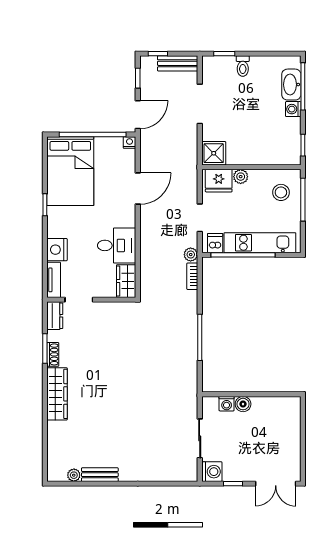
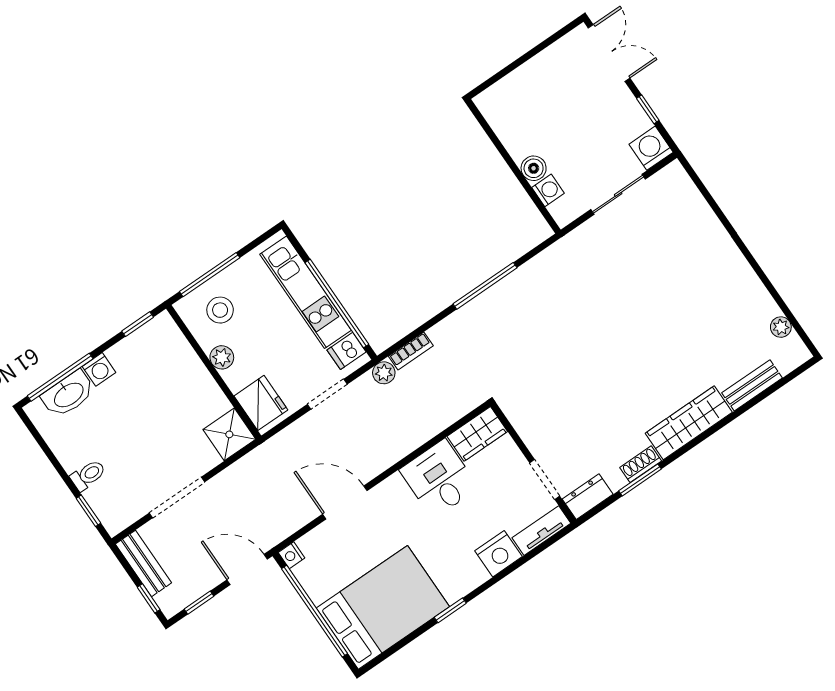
plant: (241, 177) -> (222, 357), moved
bench: (100, 475) -> (752, 385), moved, turned 90

